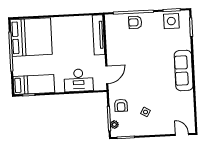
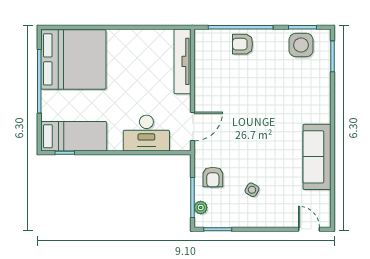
sofa: (184, 70) -> (317, 157), moved

